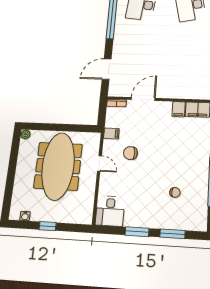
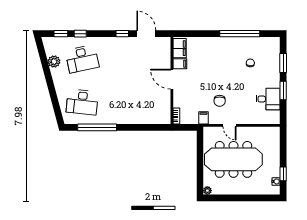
door: (107, 69) -> (145, 127), removed
door: (143, 99) -> (172, 79), moved
door: (99, 163) -> (230, 125), swing flipped
desk: (110, 211) -> (268, 99), moved
window: (48, 226) -> (283, 174), moved

